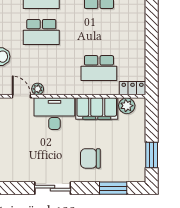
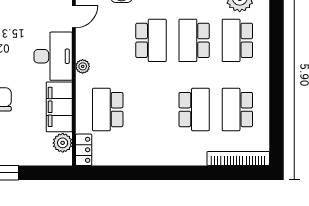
school desk: (41, 32) -> (151, 40), turned 180
plant: (38, 89) -> (83, 66), moved

